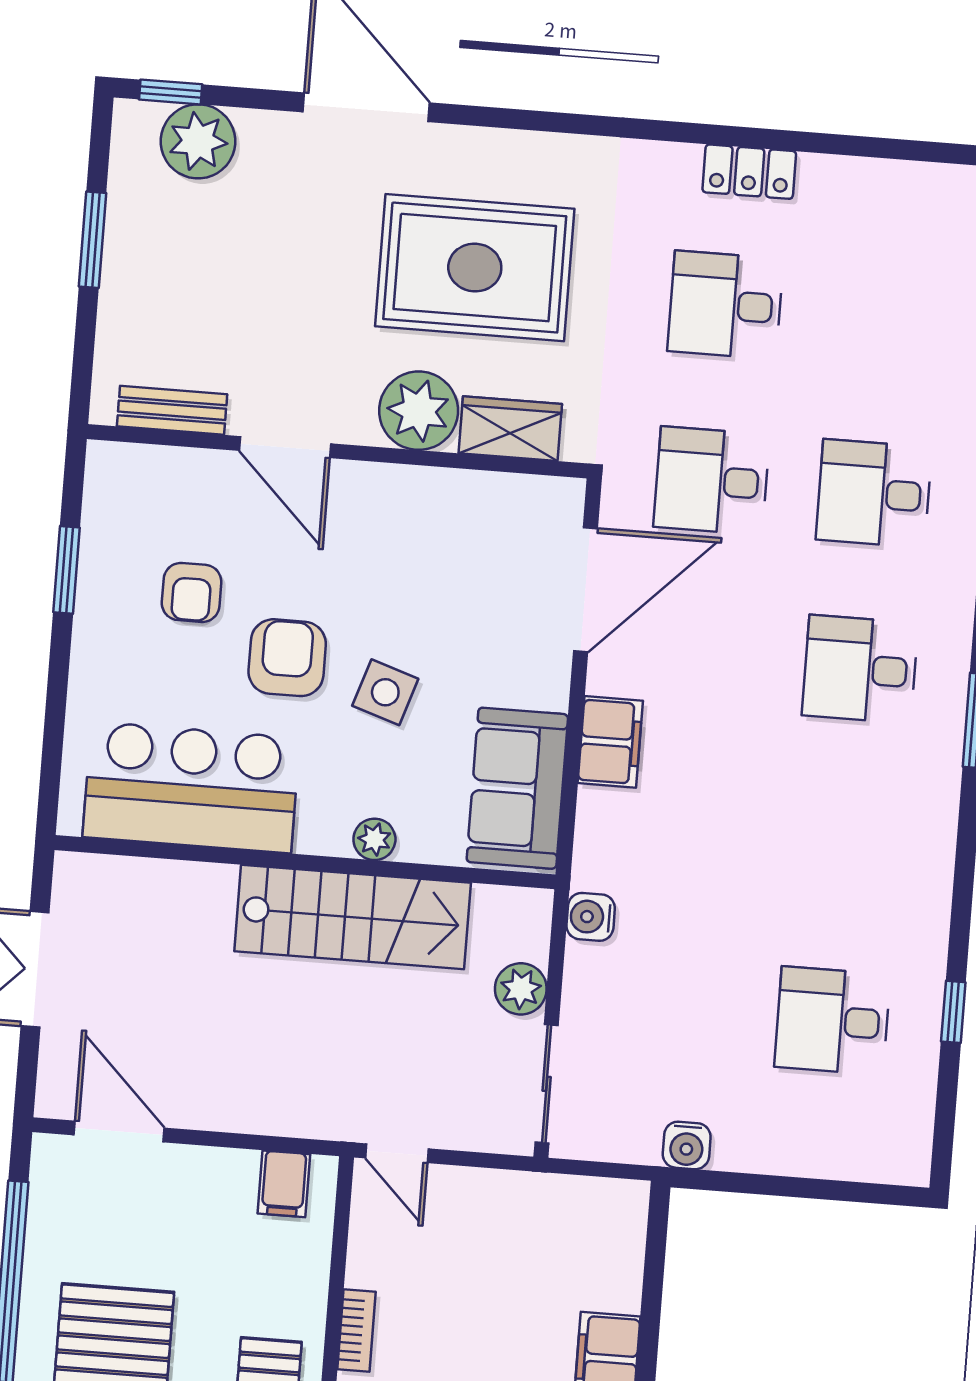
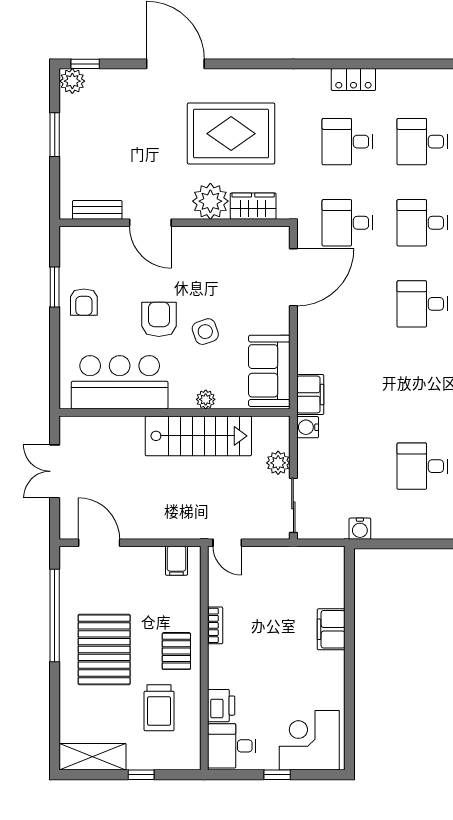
plant: (198, 141) -> (72, 81), moved, width x0.73, depth x0.73
desk: (888, 318) -> (422, 142), added
armchair: (192, 592) -> (84, 302), moved
side table: (385, 692) -> (205, 332), turned -37
filing cabinet: (610, 742) -> (310, 394), moved

